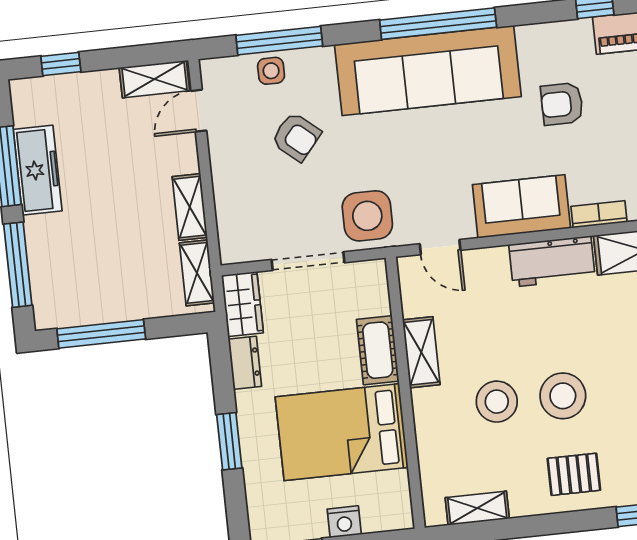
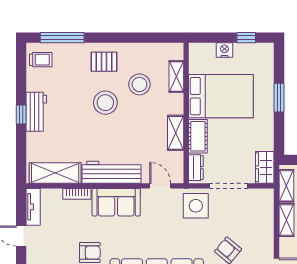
workbench: (552, 261) -> (112, 172), width x1.38
dresser: (245, 363) -> (196, 168), moved, turned 180
stool: (497, 402) -> (139, 84), moved
shelving: (477, 508) -> (176, 77), moved, turned 90

